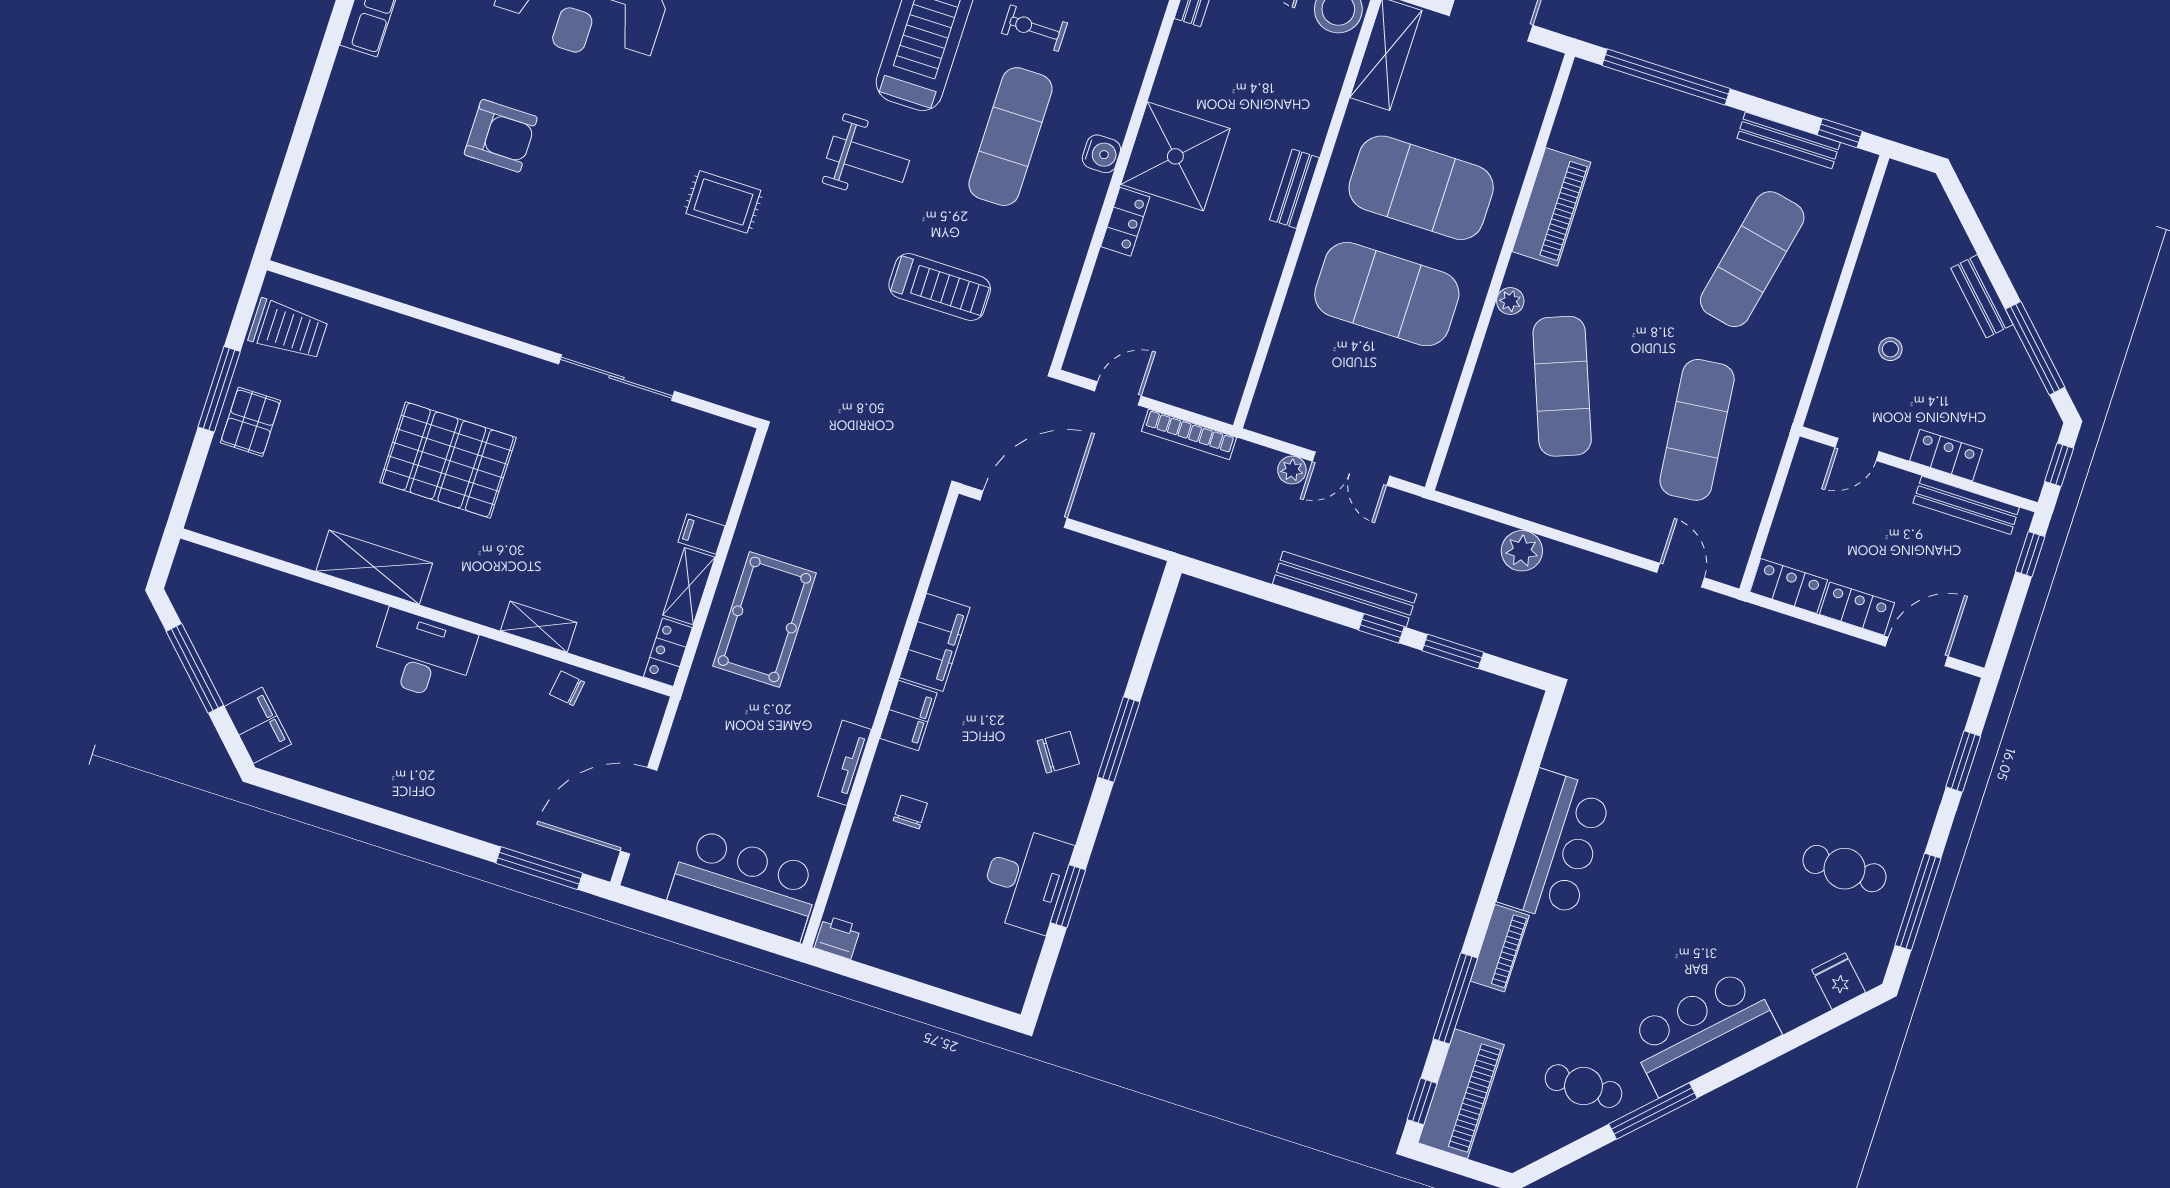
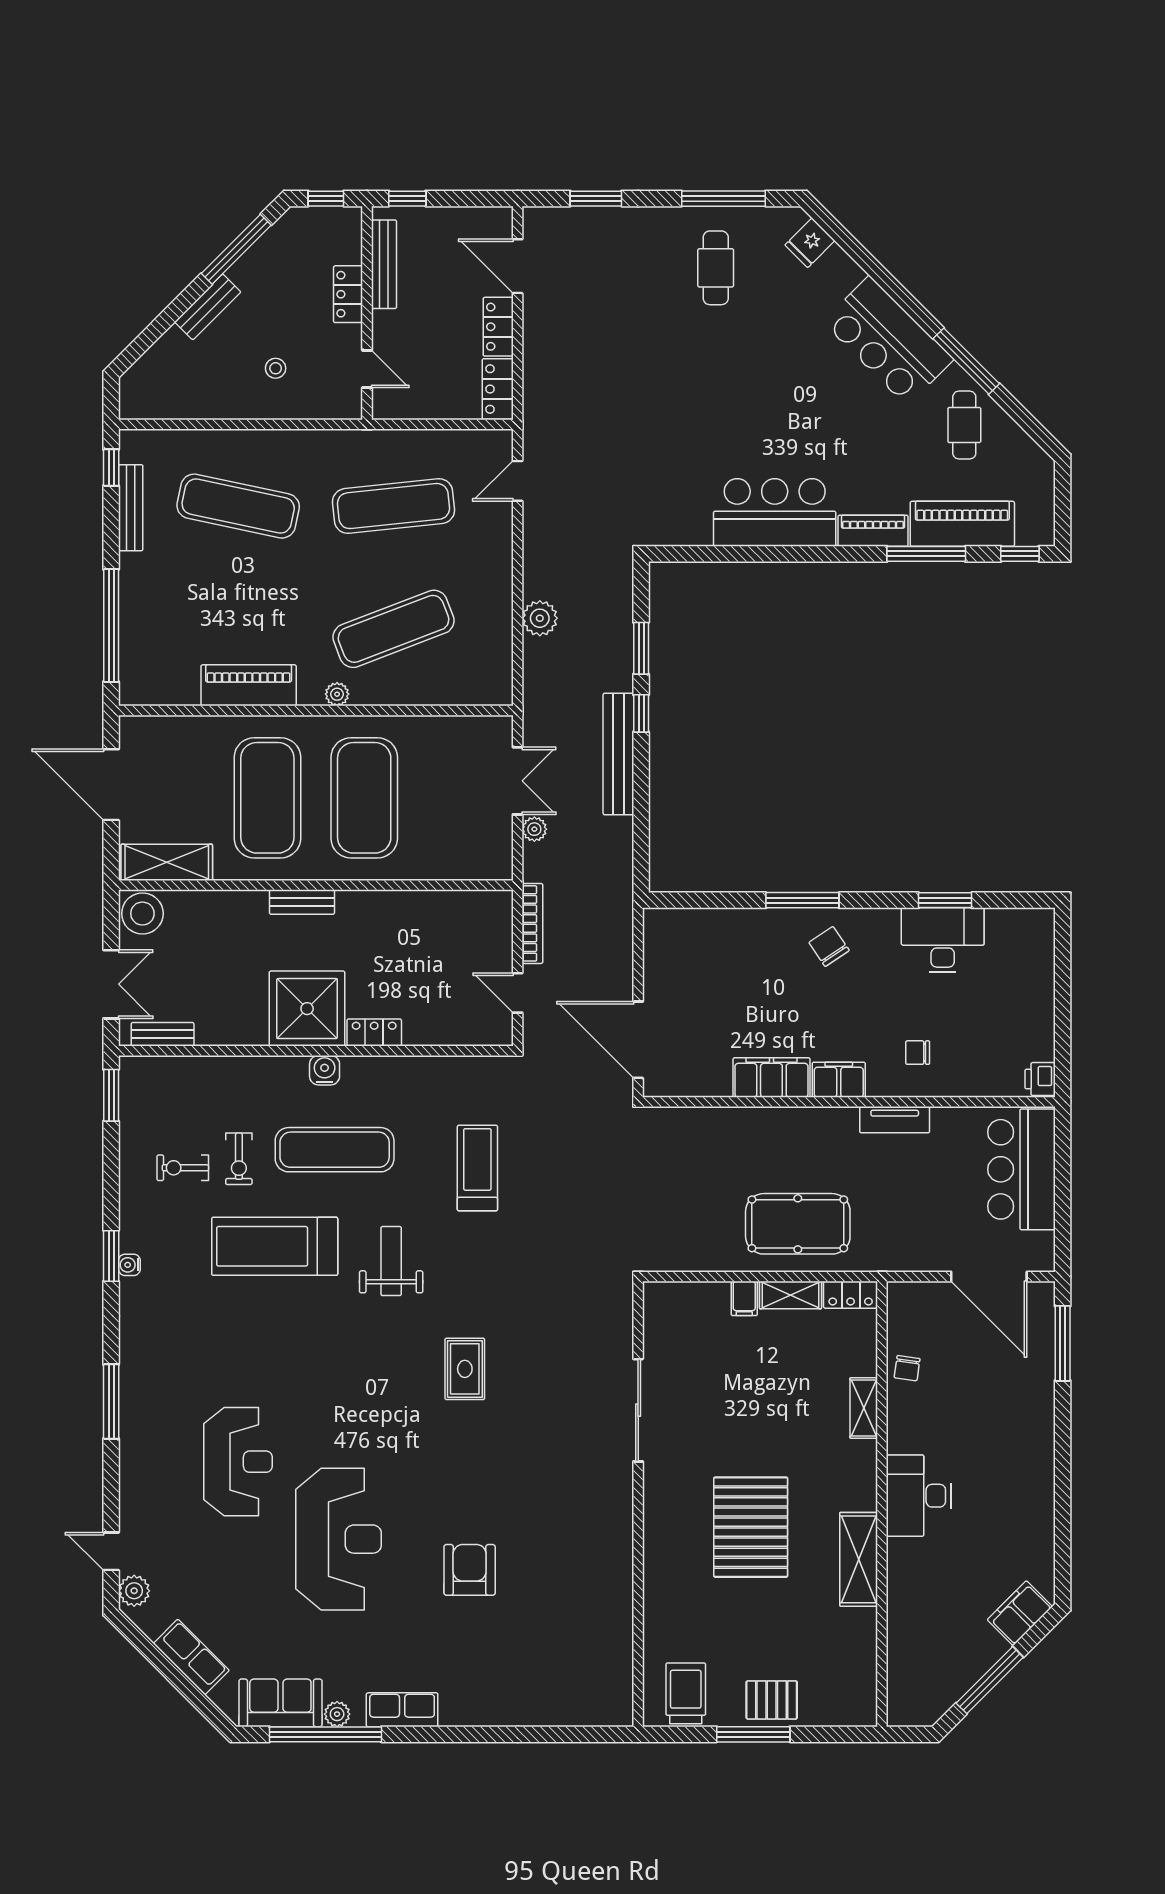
piano: (1461, 1094) -> (962, 524), moved

